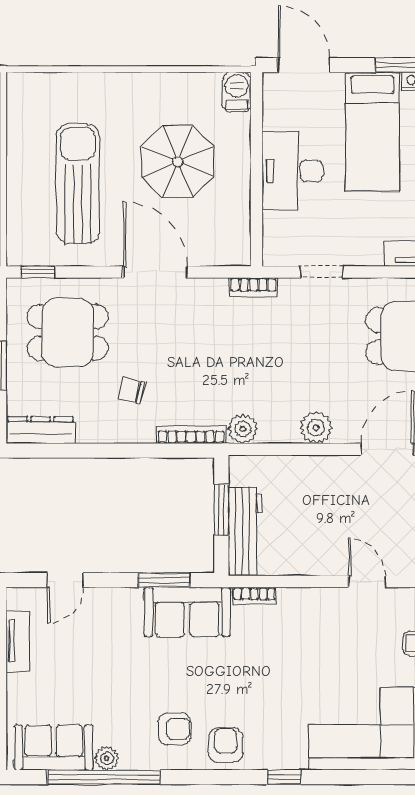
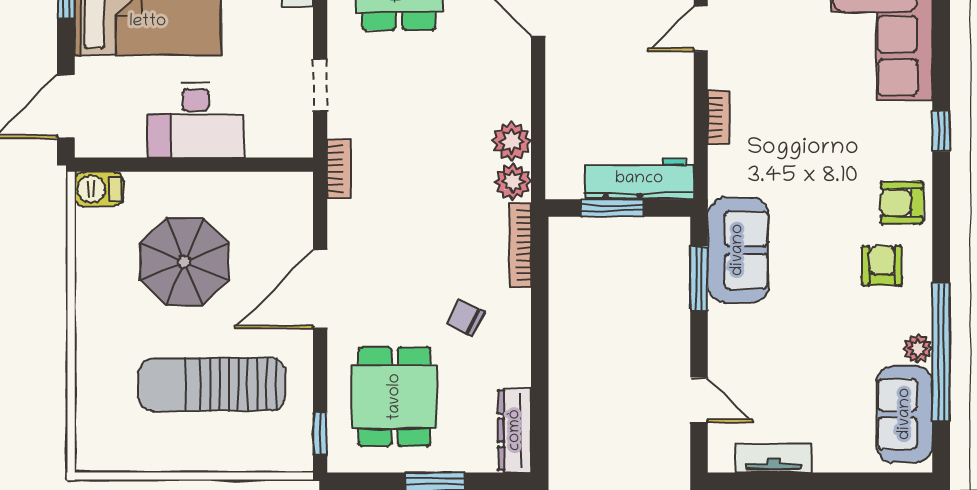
chair: (132, 390) -> (466, 318), turned 103
plant: (316, 428) -> (512, 141), moved
bookcase: (254, 596) -> (718, 117), moved

